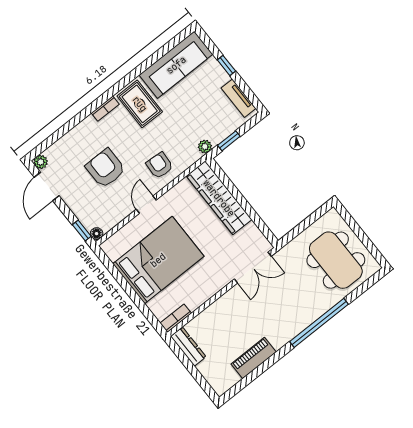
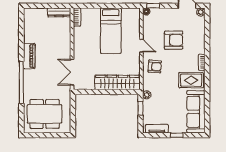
bed: (158, 260) -> (111, 31), width x0.67
piano: (254, 358) -> (29, 56), moved

